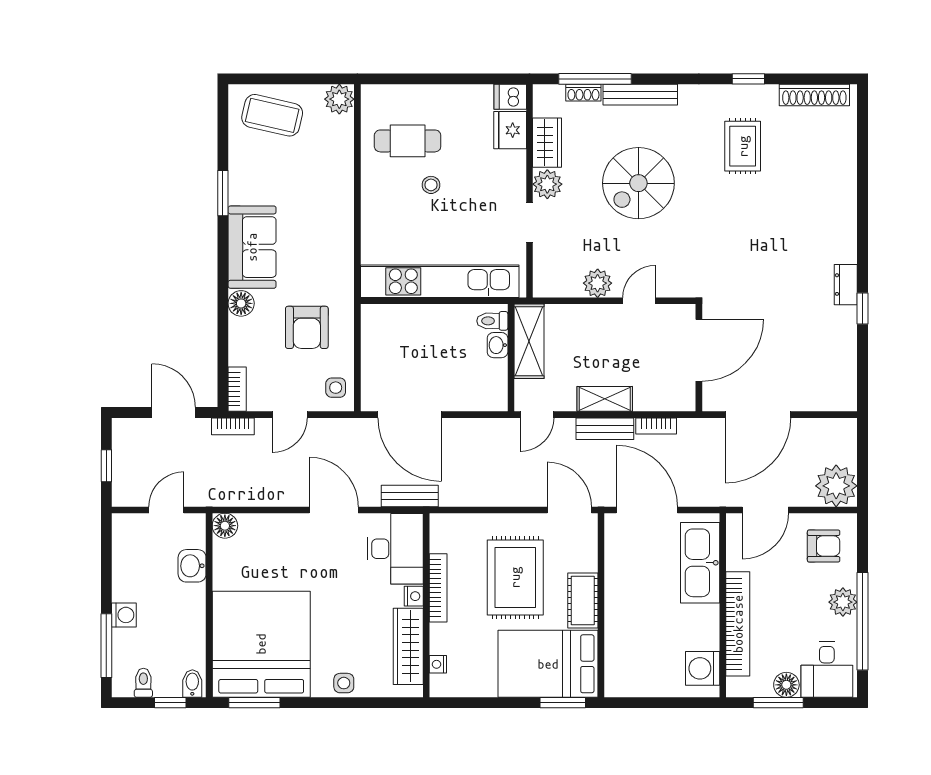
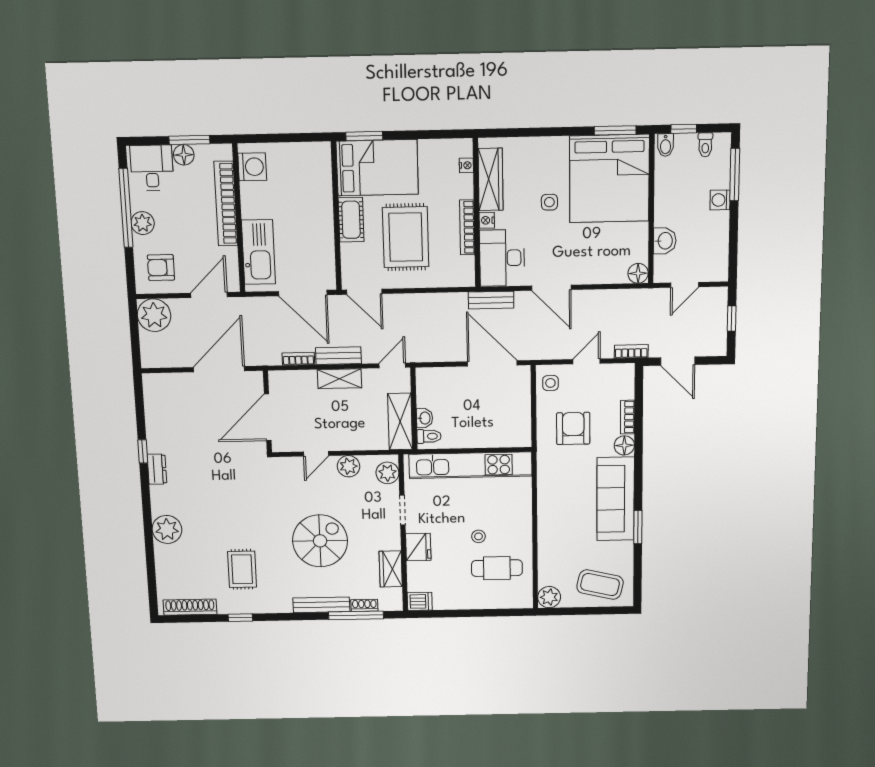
fridge: (510, 130) -> (418, 547), moved
plant: (547, 184) -> (387, 473), moved
plant: (838, 203) -> (167, 529), added
sofa: (252, 247) -> (616, 499), width x1.36
bookcase: (237, 389) -> (628, 417), moved
side table: (344, 683) -> (549, 202), moved

